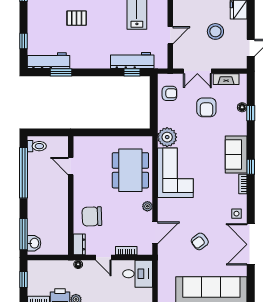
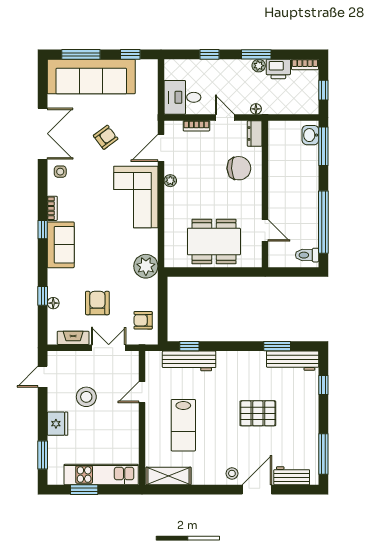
pallet: (77, 18) -> (258, 413), width x1.50, depth x1.42
dining table: (130, 170) -> (214, 242), moved, turned 90
corner sofa: (175, 173) -> (136, 197), moved

